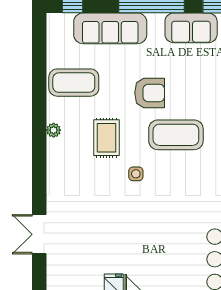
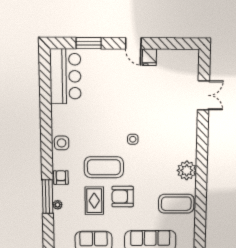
plant: (54, 130) -> (187, 170), width x1.88, depth x1.88
rug: (107, 138) -> (94, 201), moved

